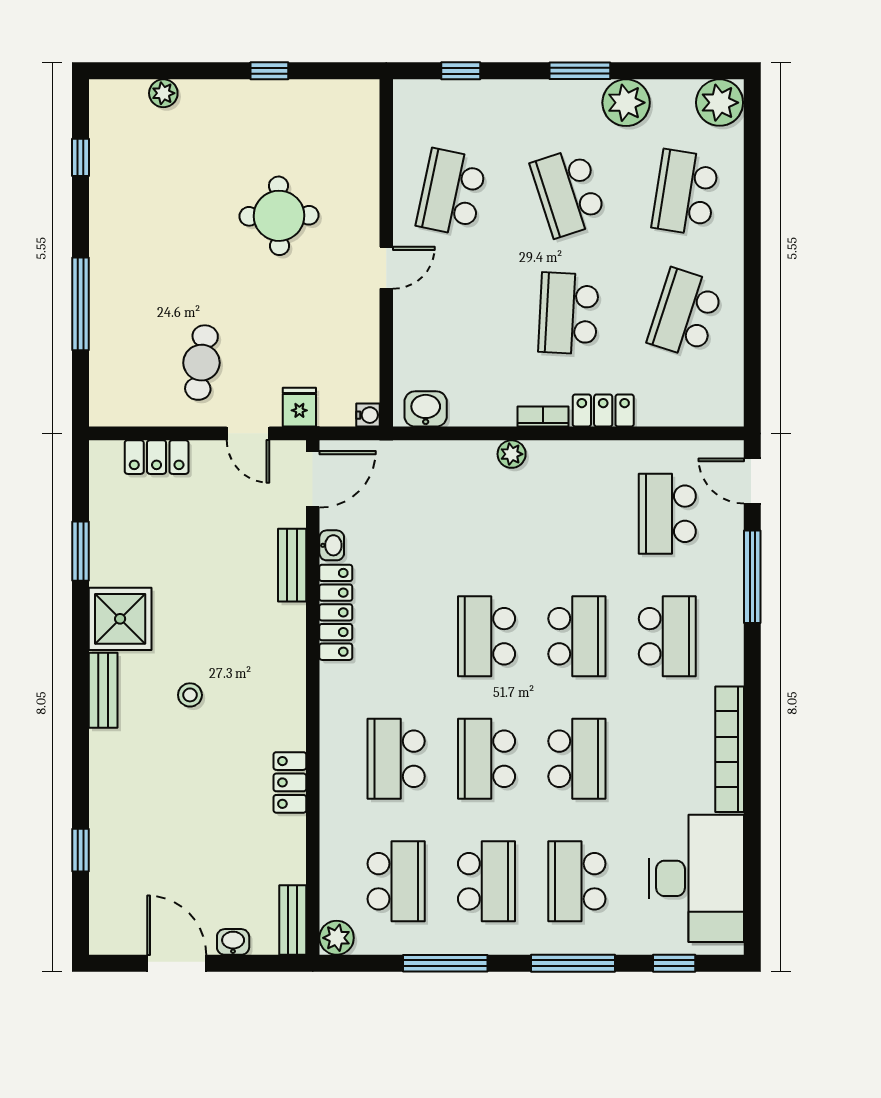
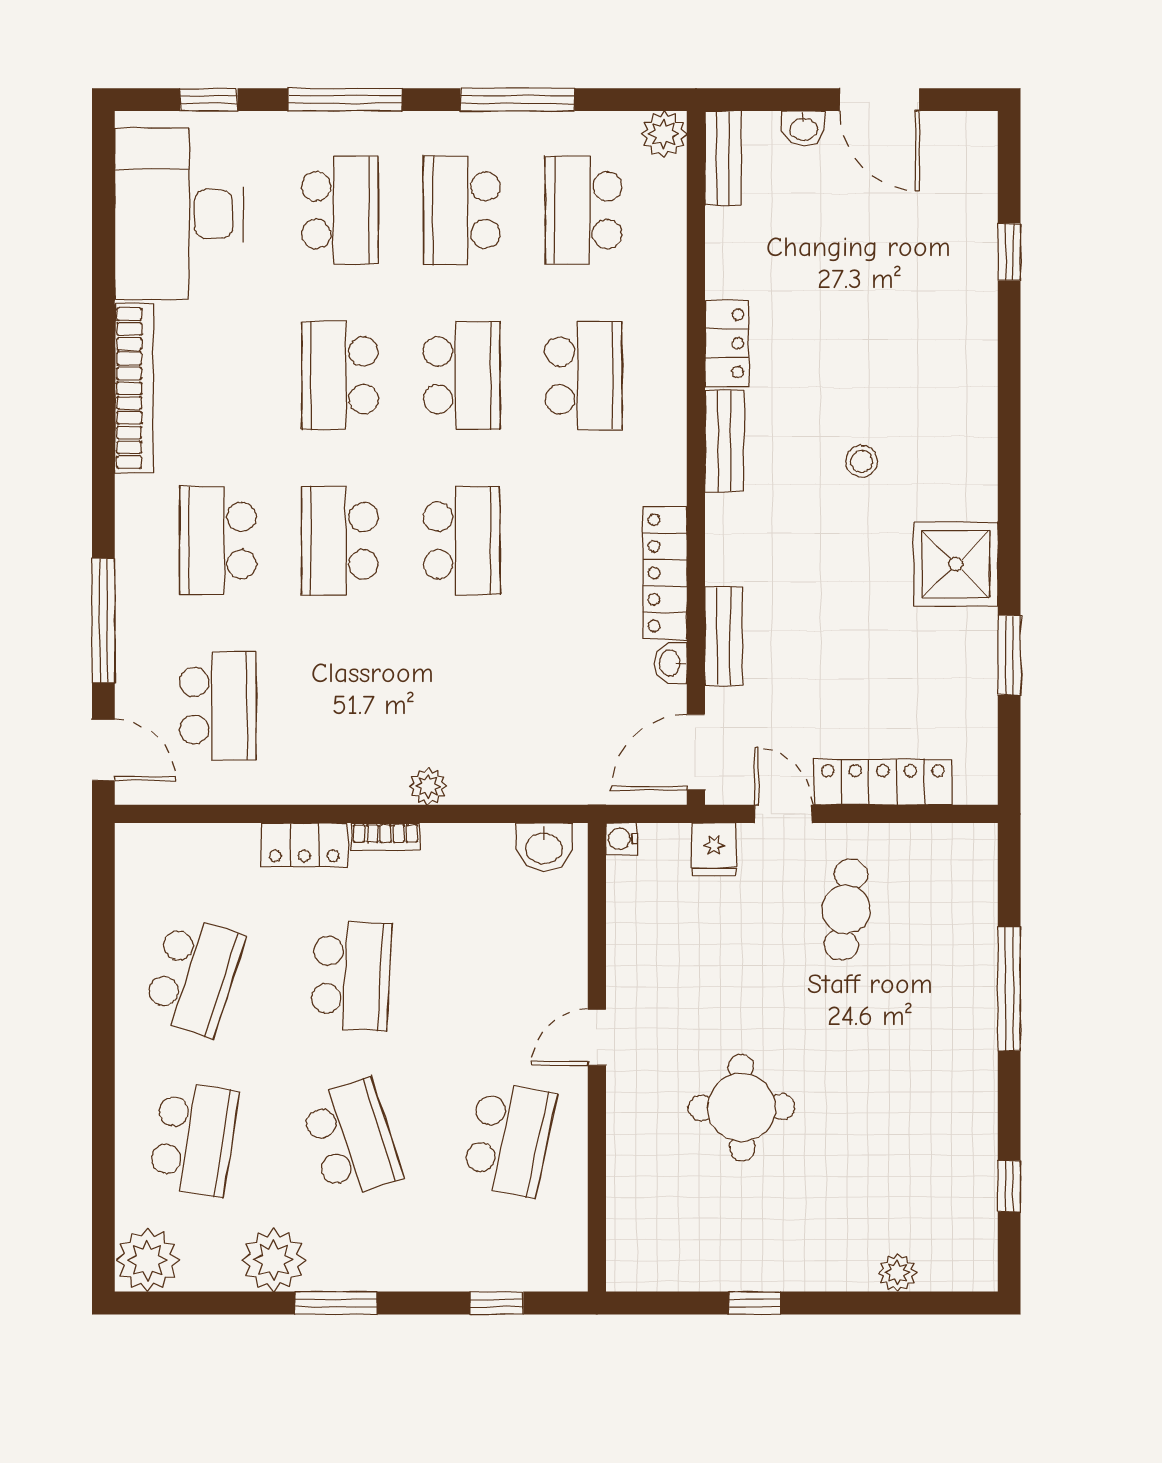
locker: (157, 457) -> (883, 782), width x1.53
bench: (103, 690) -> (724, 441), moved

